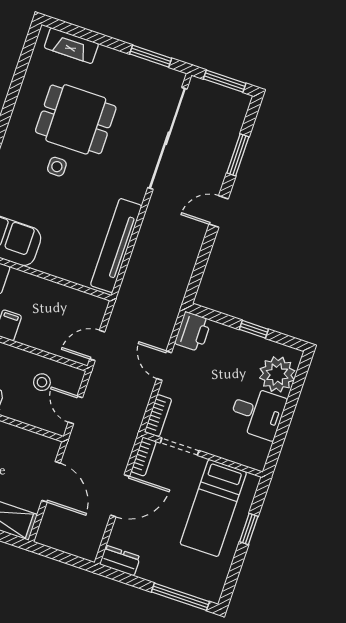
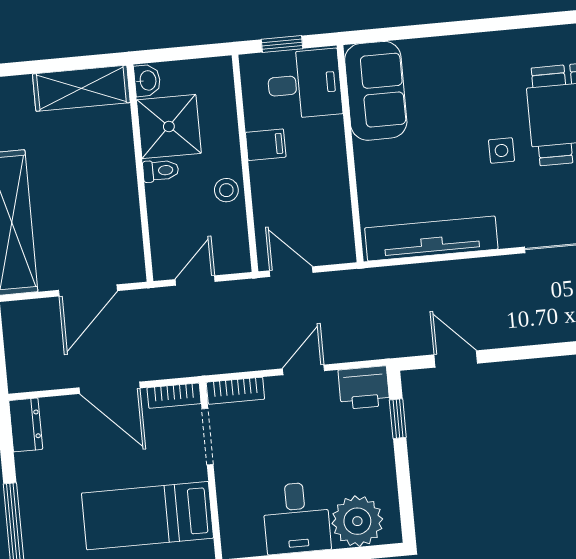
side table: (57, 167) -> (502, 150), moved
door: (219, 211) -> (456, 359), moved
window: (254, 329) -> (398, 419), moved
stool: (42, 382) -> (226, 190), moved

